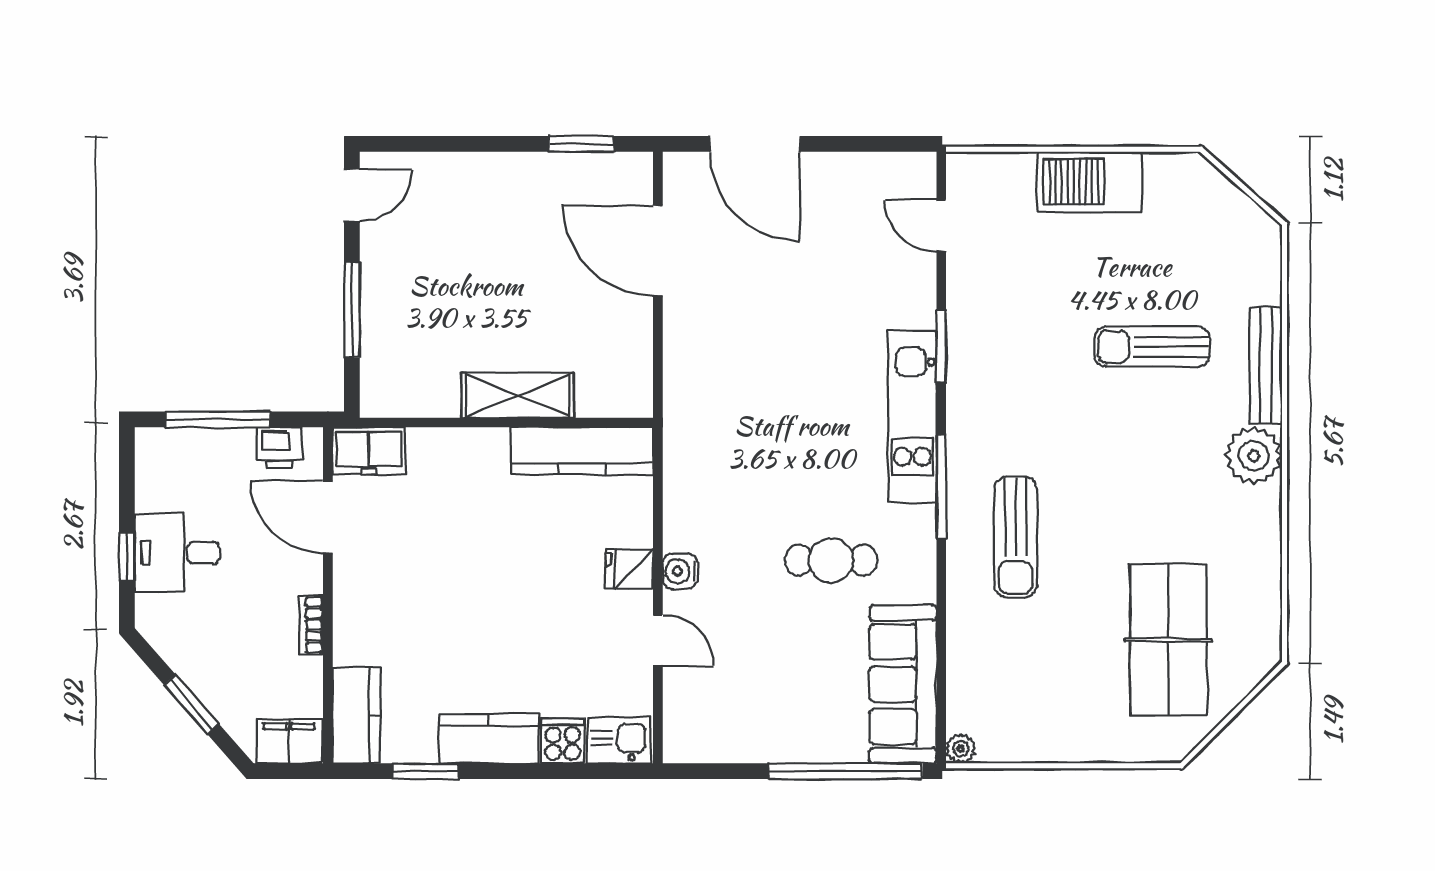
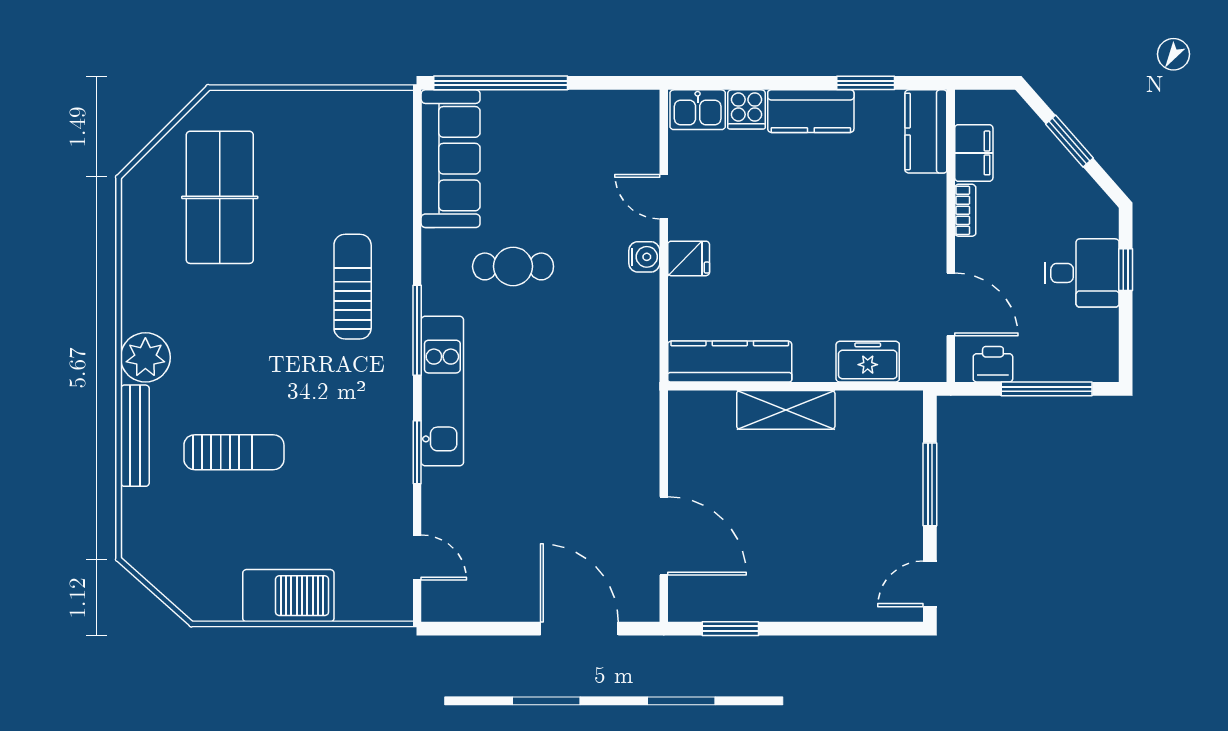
freezer: (369, 451) -> (868, 362), moved
filing cabinet: (289, 742) -> (974, 153), moved, turned -90
plant: (961, 749) -> (400, 103), removed

